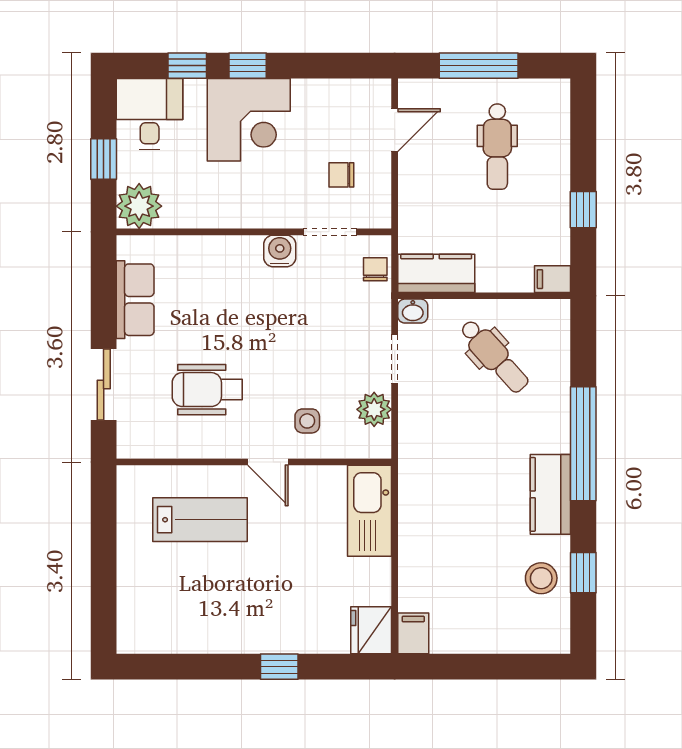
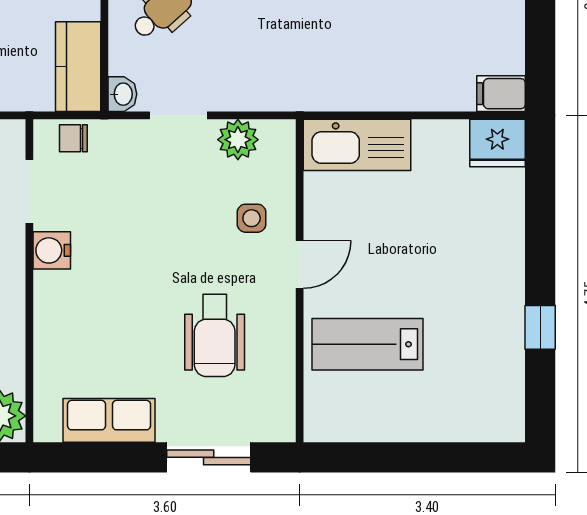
lab bench: (200, 520) -> (368, 344), turned -90
window: (279, 667) -> (540, 327), moved

